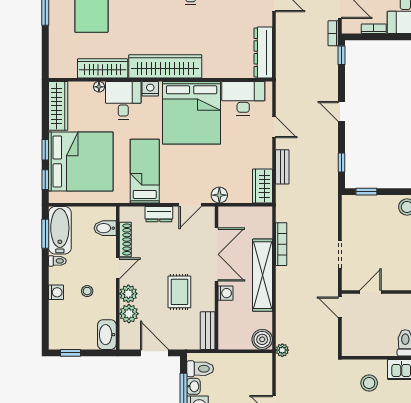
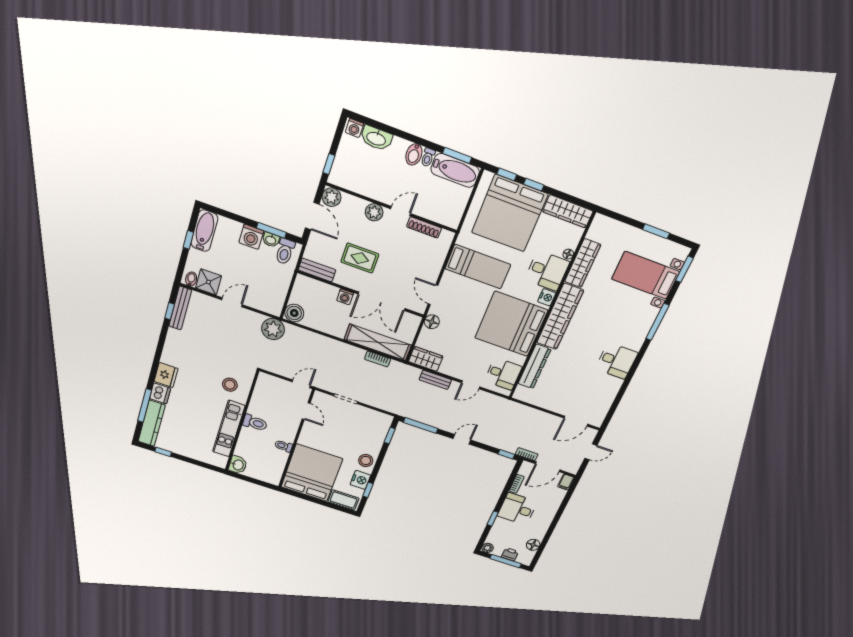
dresser: (263, 52) -> (534, 366), moved, turned 90
desk: (243, 98) -> (503, 374), width x0.73
window: (342, 163) -> (421, 425), width x2.17
dresser: (159, 214) -> (435, 265), removed
bidet: (105, 228) -> (414, 154), moved, turned 180
bookcase: (281, 244) -> (378, 359), width x0.64
door: (118, 268) -> (401, 211), swing flipped
shelving: (263, 275) -> (378, 342), moved
stool: (87, 291) -> (390, 175), removed
washing machine: (56, 292) -> (354, 128), moved
plant: (129, 314) -> (332, 197), moved
washbasin: (107, 335) -> (376, 138), moved, turned 180
plant: (282, 350) -> (273, 329), width x1.88, depth x1.88
window: (71, 353) -> (329, 164), moved
door: (154, 353) -> (312, 216), hinge flipped

